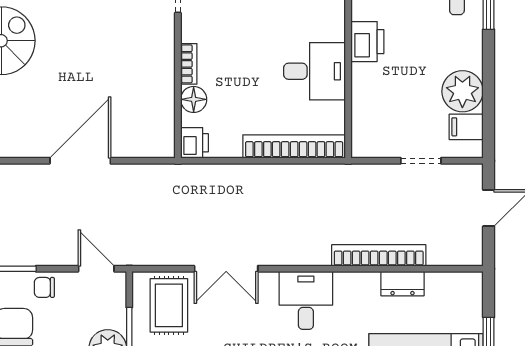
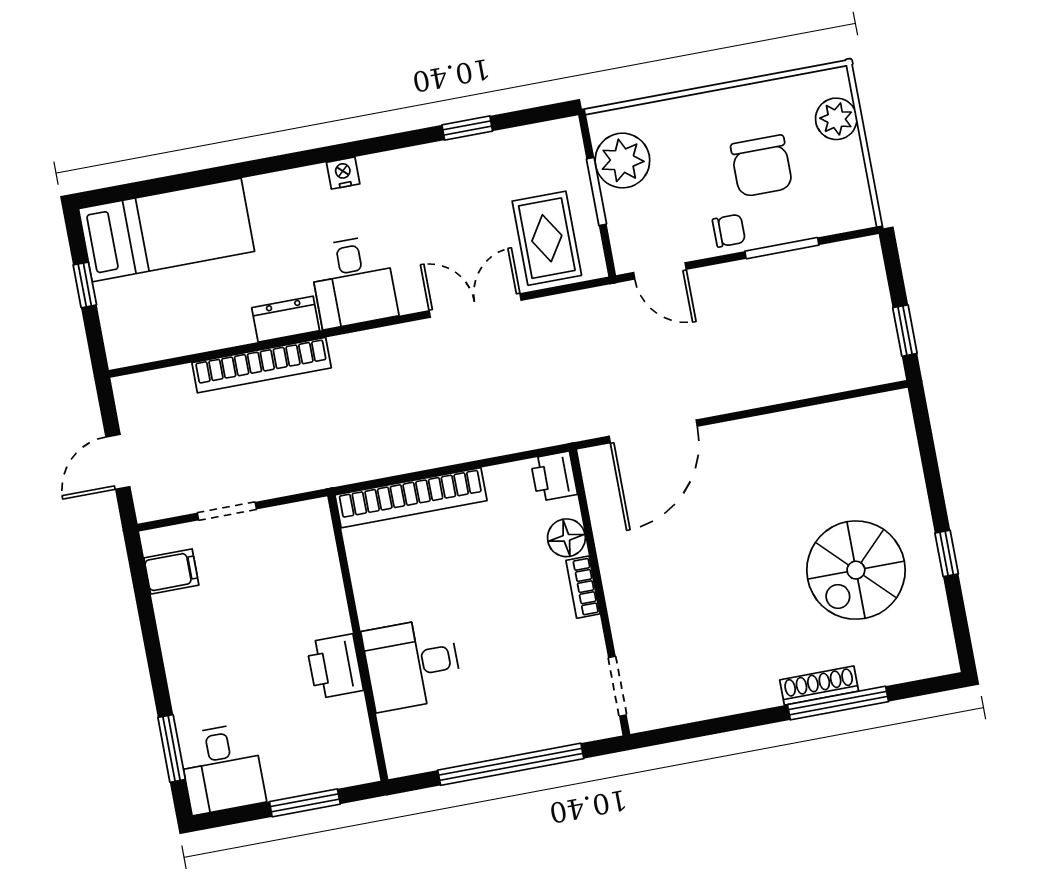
desk: (314, 71) -> (412, 664), moved
plant: (462, 91) -> (186, 621), removed
door: (80, 161) -> (653, 431), moved
dresser: (402, 284) -> (286, 319), moved

